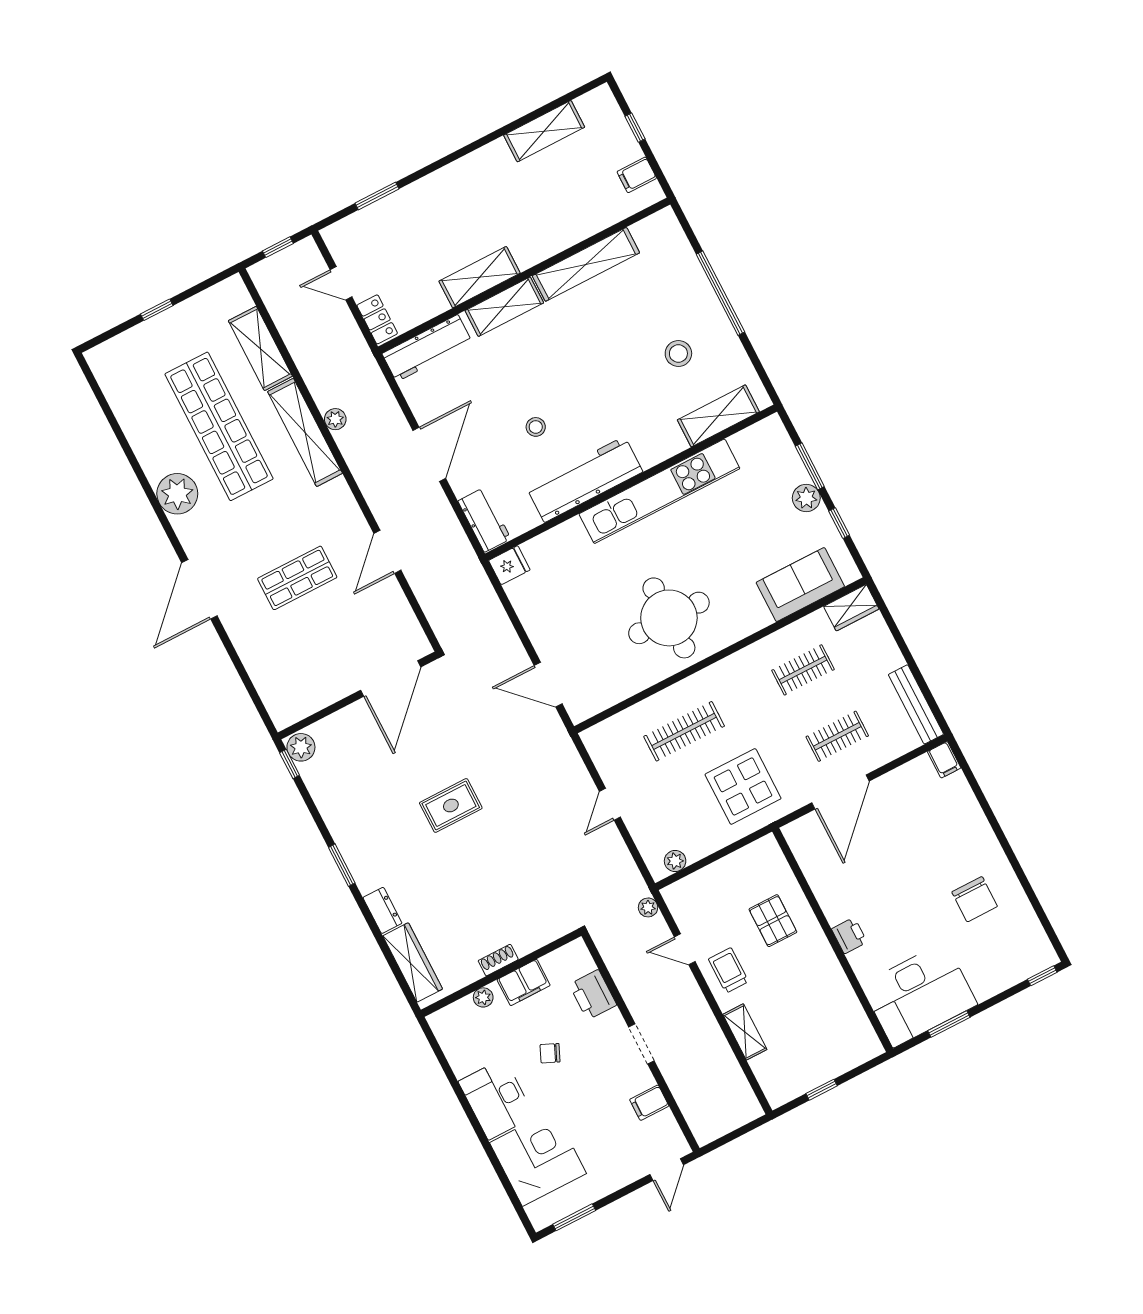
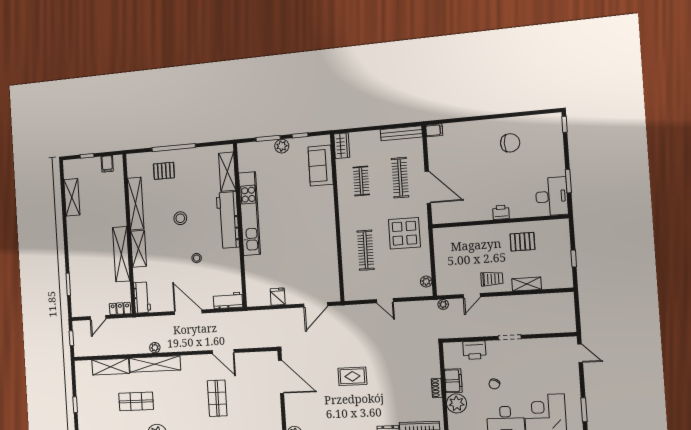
shelving: (480, 277) -> (121, 254), width x1.47
pallet: (670, 293) -> (164, 171), added
workbench: (427, 348) -> (142, 298), width x0.73
stool: (678, 354) -> (180, 218), moved
shop shelf: (219, 426) -> (136, 401), width x0.50, depth x0.74
workbench: (585, 479) -> (228, 220), moved
fridge: (509, 565) -> (278, 297), moved
round table: (669, 618) -> (309, 234), removed
clothes rail: (837, 736) -> (400, 178), width x1.36
rug: (451, 805) -> (352, 376), turned 90
pallet: (773, 921) -> (522, 242), moved
trolley: (728, 970) -> (492, 279), turned 180
desk: (919, 995) -> (552, 196), width x0.73, depth x0.77
plant: (483, 997) -> (457, 403), width x1.88, depth x1.88
filing cabinet: (649, 1103) -> (542, 347), removed

